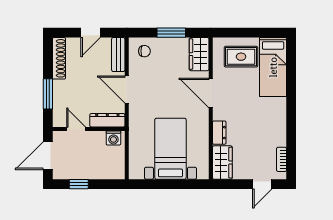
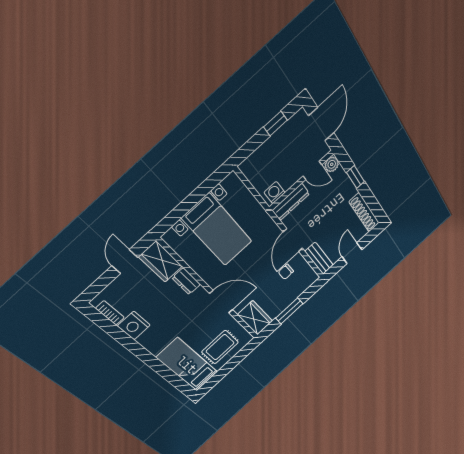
chair: (144, 51) -> (286, 272), moved
door: (127, 90) -> (293, 240), swing flipped
window: (48, 94) -> (356, 177), width x0.67
plant: (59, 120) -> (332, 164), added
nightstand: (277, 135) -> (134, 326), added
door: (262, 184) -> (125, 262), moved

